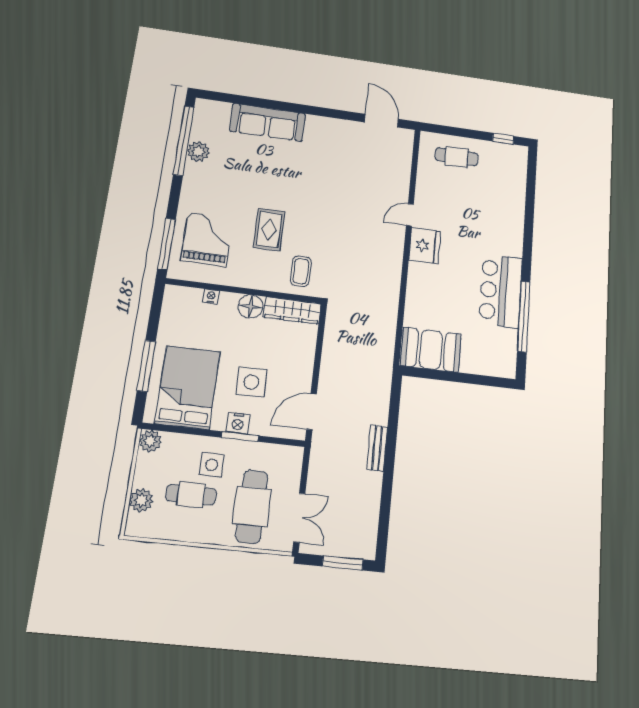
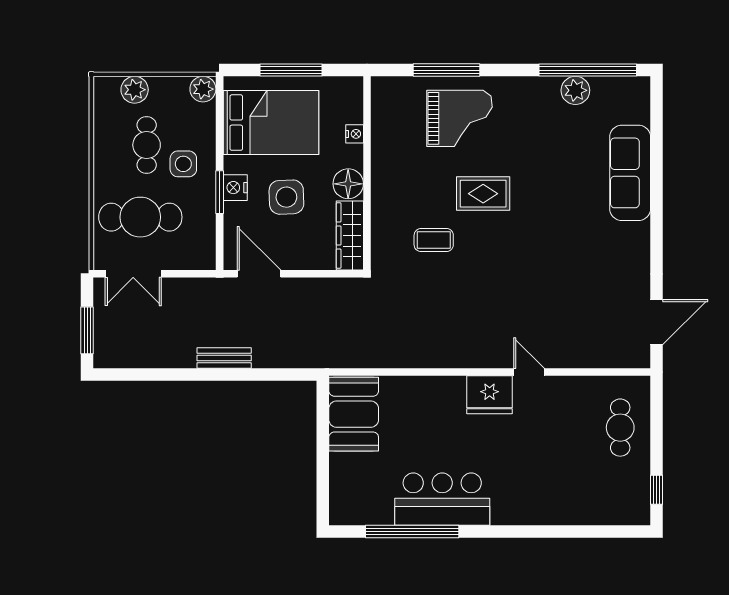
wall: (244, 291) -> (367, 173), moved
nightstand: (211, 296) -> (355, 134), moved
floor lamp: (251, 307) -> (348, 184), moved
wardrobe: (292, 310) -> (350, 235), moved

